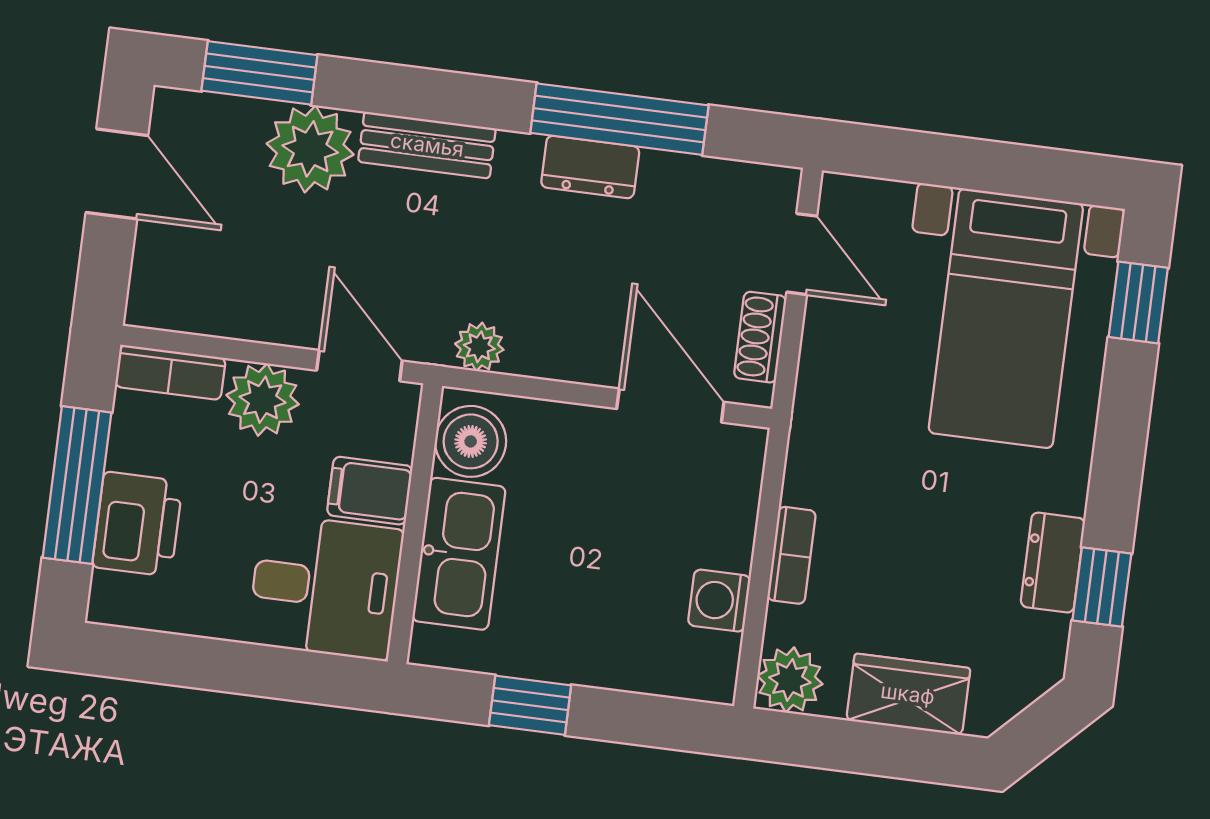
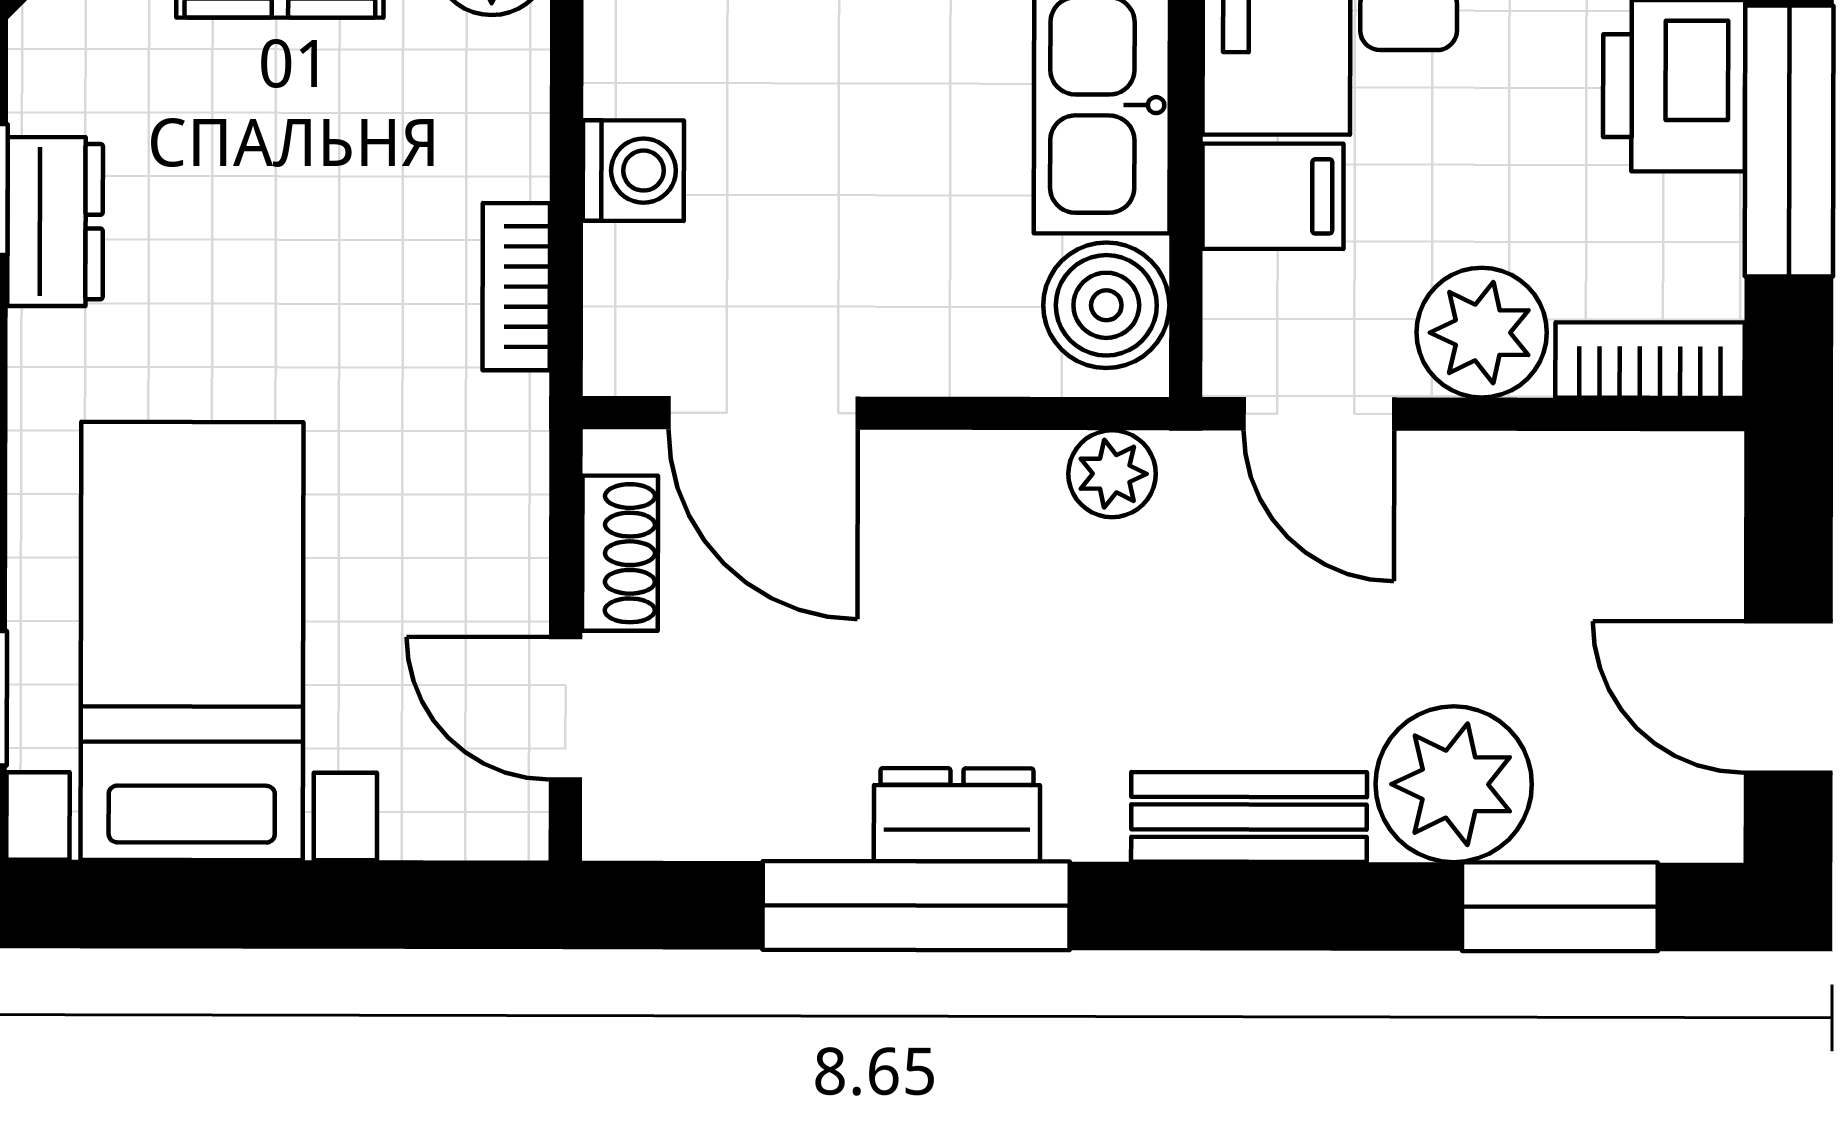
bookcase: (792, 555) -> (516, 287), moved
washing machine: (719, 601) -> (633, 171), moved

